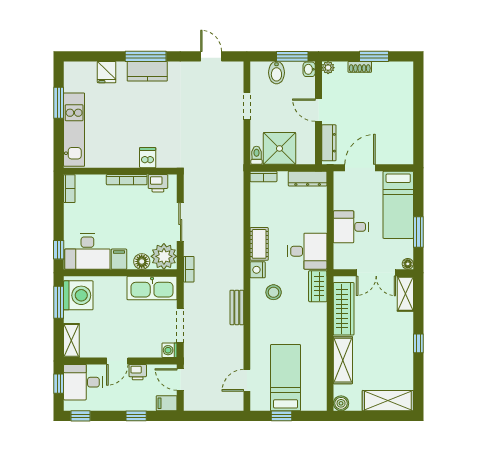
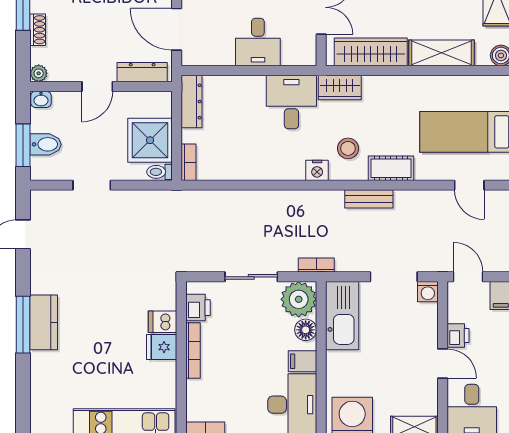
window: (292, 56) -> (23, 145), moved
fridge: (107, 72) -> (162, 347), moved, turned 180
cot: (259, 244) -> (391, 168), moved
door: (180, 379) -> (468, 277), swing flipped

